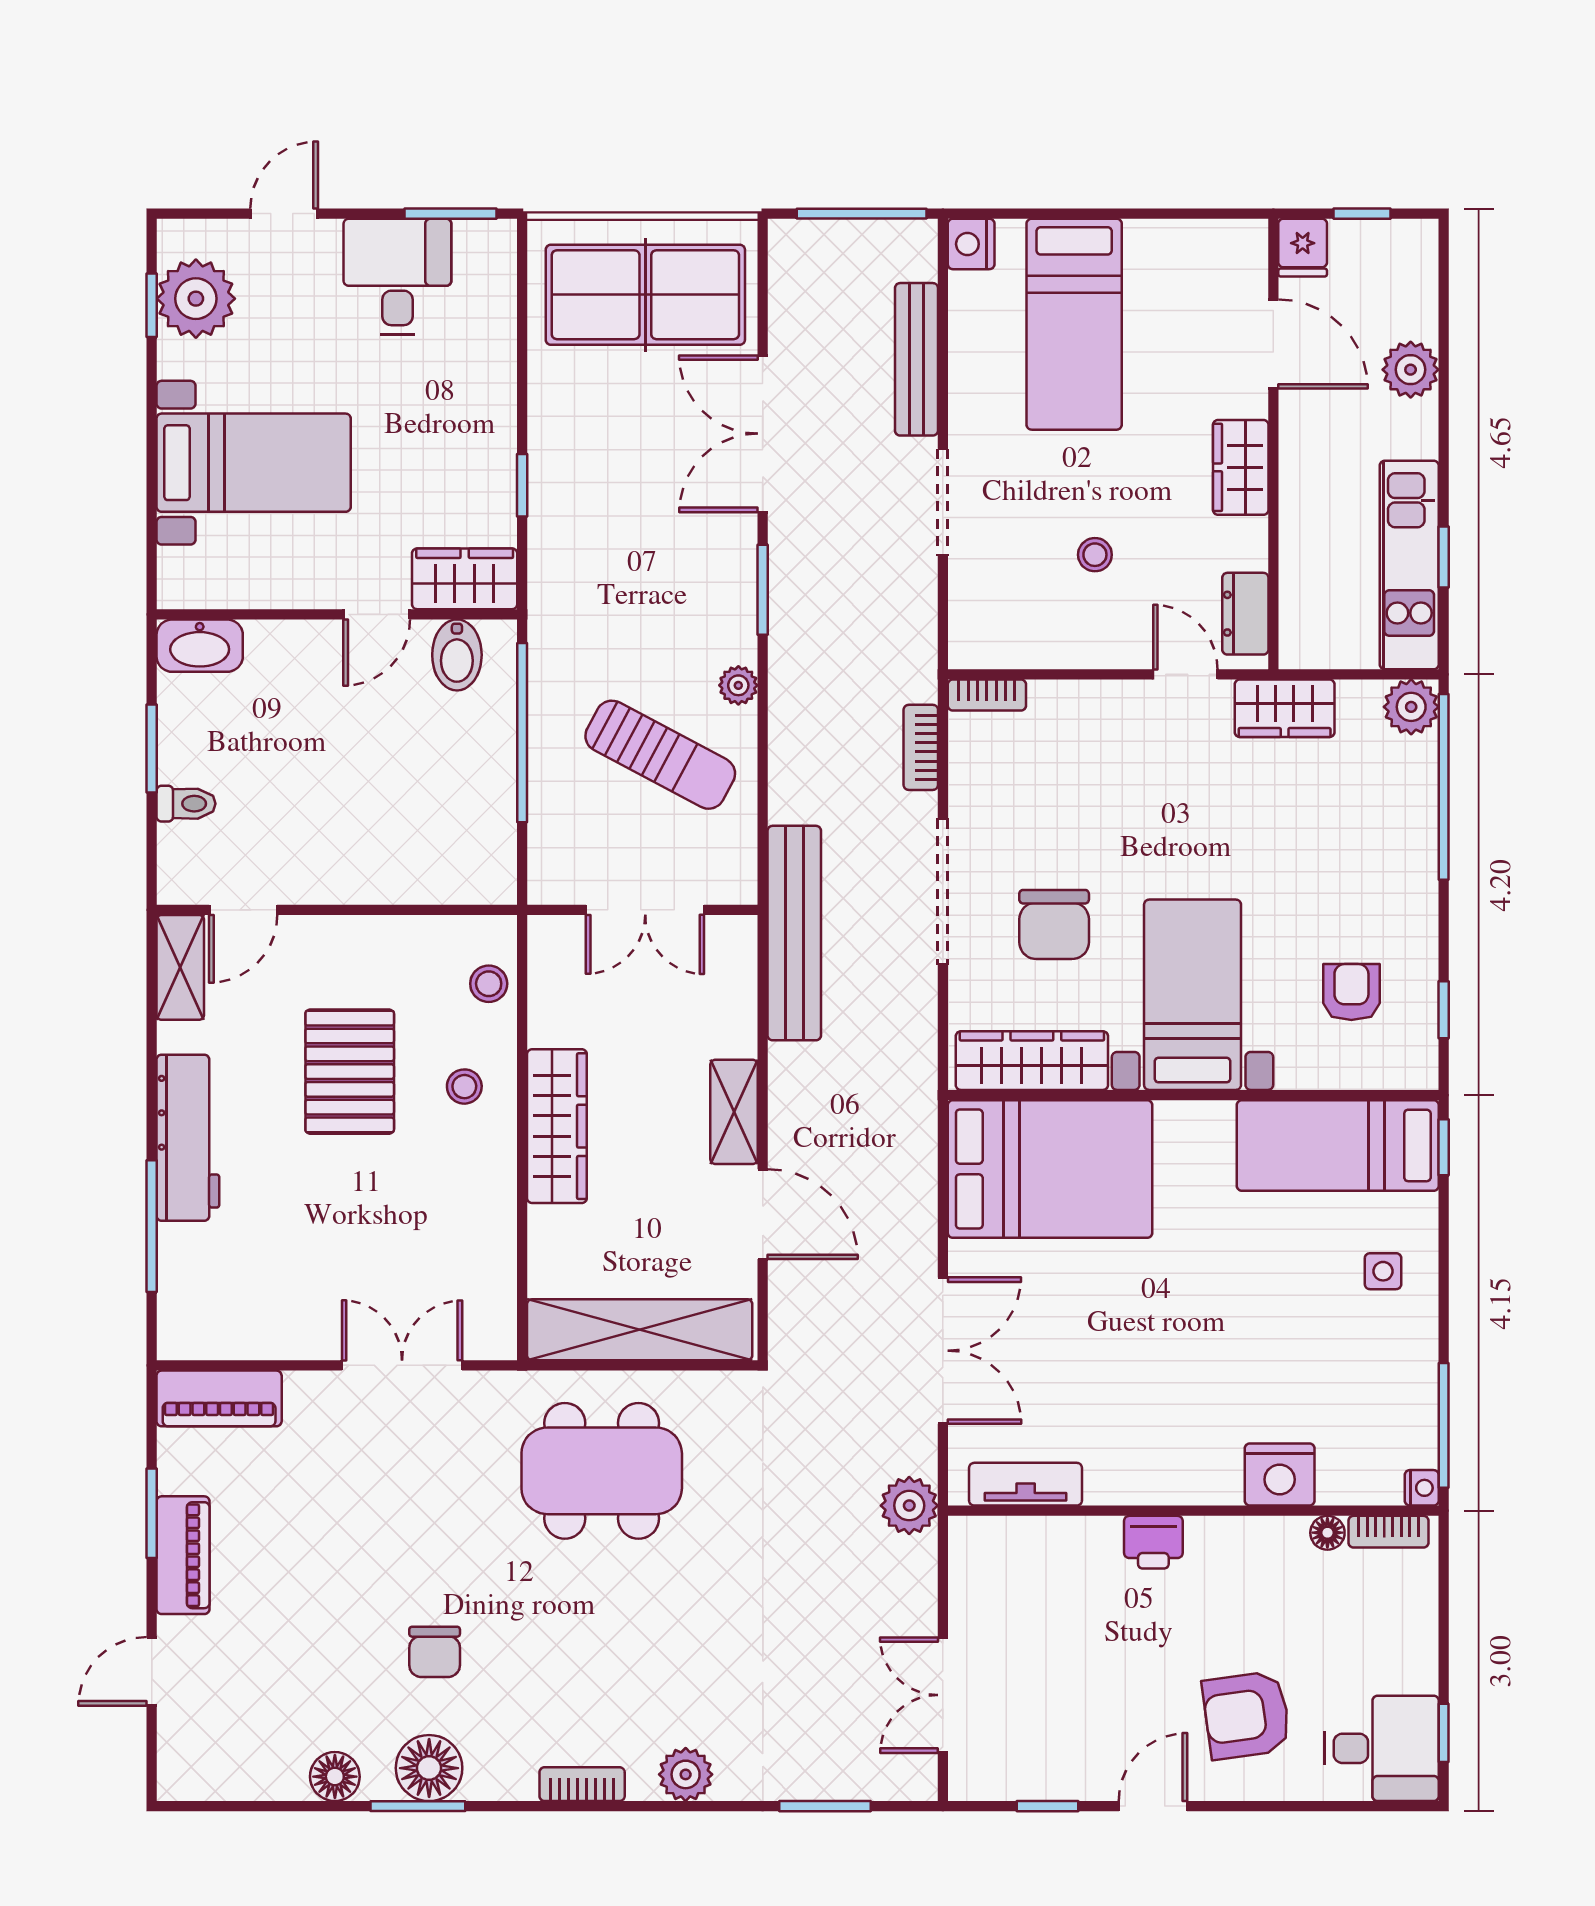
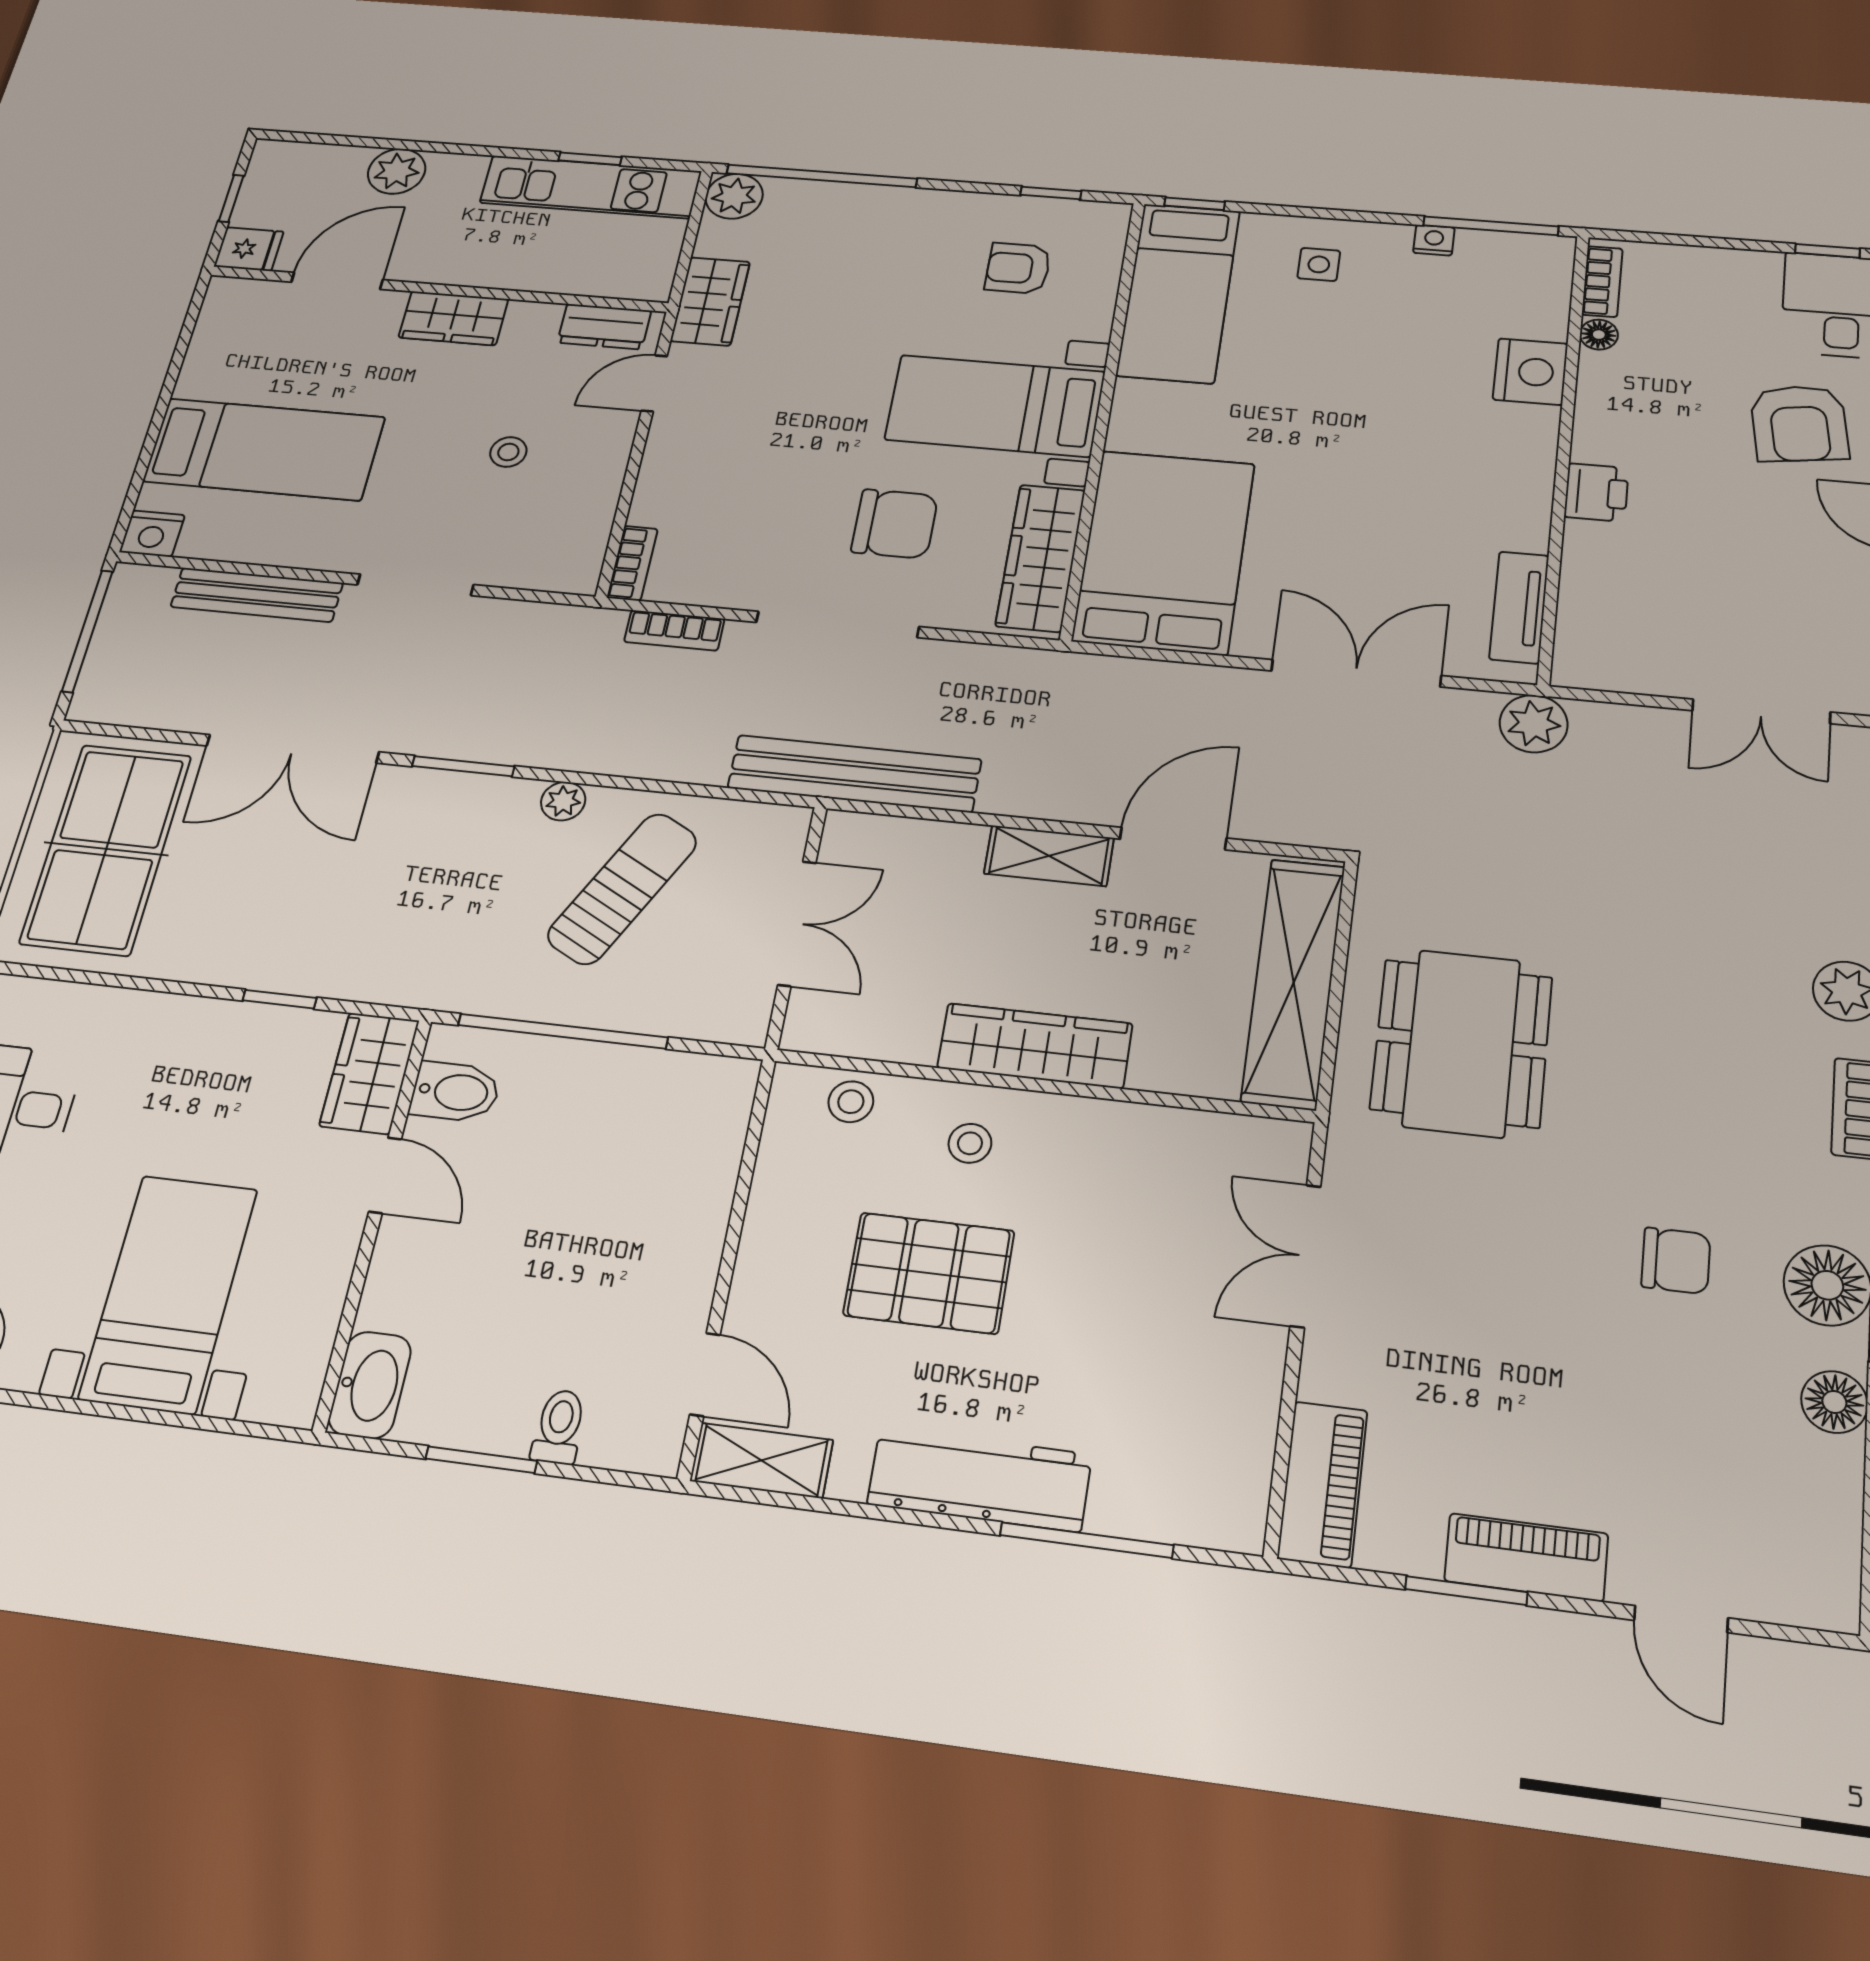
nightstand: (1422, 1488) -> (1434, 240), moved

